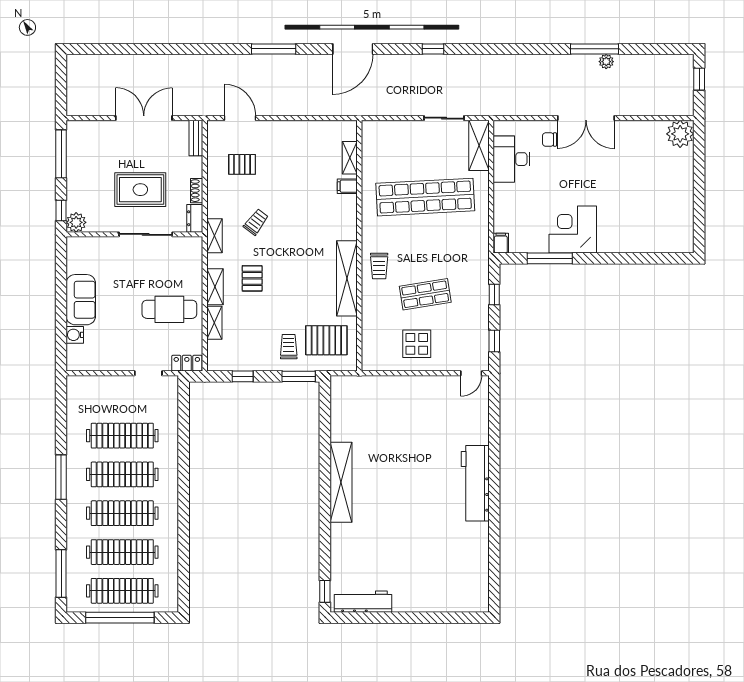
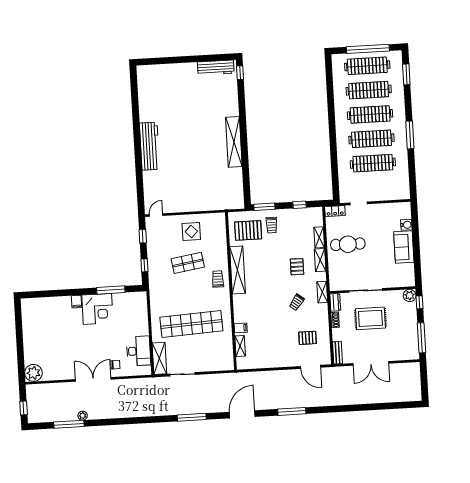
window: (433, 49) -> (192, 417), width x2.17
window: (595, 49) -> (69, 424), moved
filing cabinet: (501, 243) -> (77, 302), moved
window: (61, 574) -> (406, 74), width x0.69

